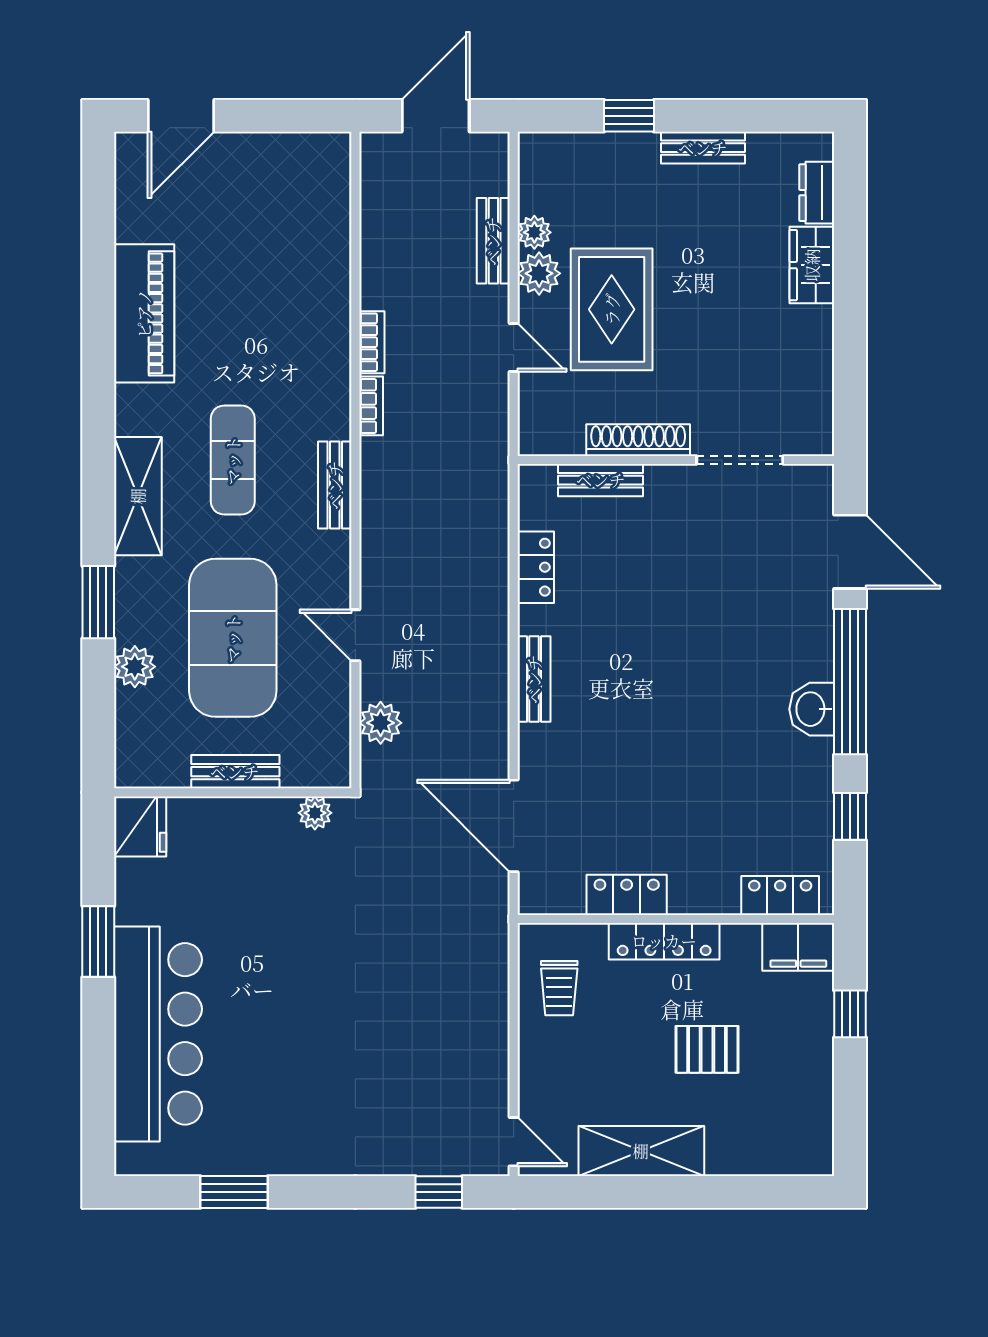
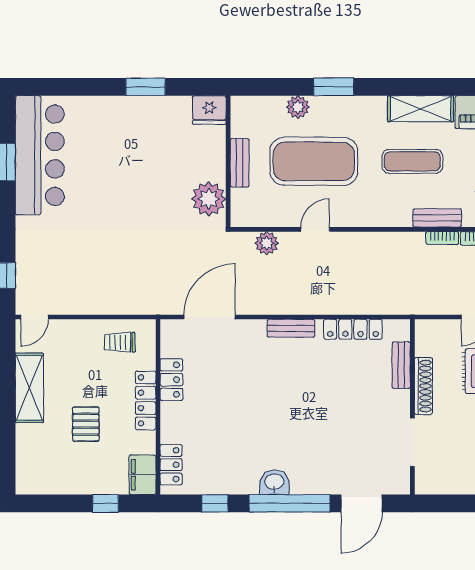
bench: (335, 485) -> (437, 218), moved
shelving: (138, 496) -> (421, 109), moved
locker: (536, 567) -> (353, 329), width x1.53
plant: (315, 813) -> (209, 199), width x1.88, depth x1.88
bar counter: (158, 1034) -> (40, 155), moved, turned -90

